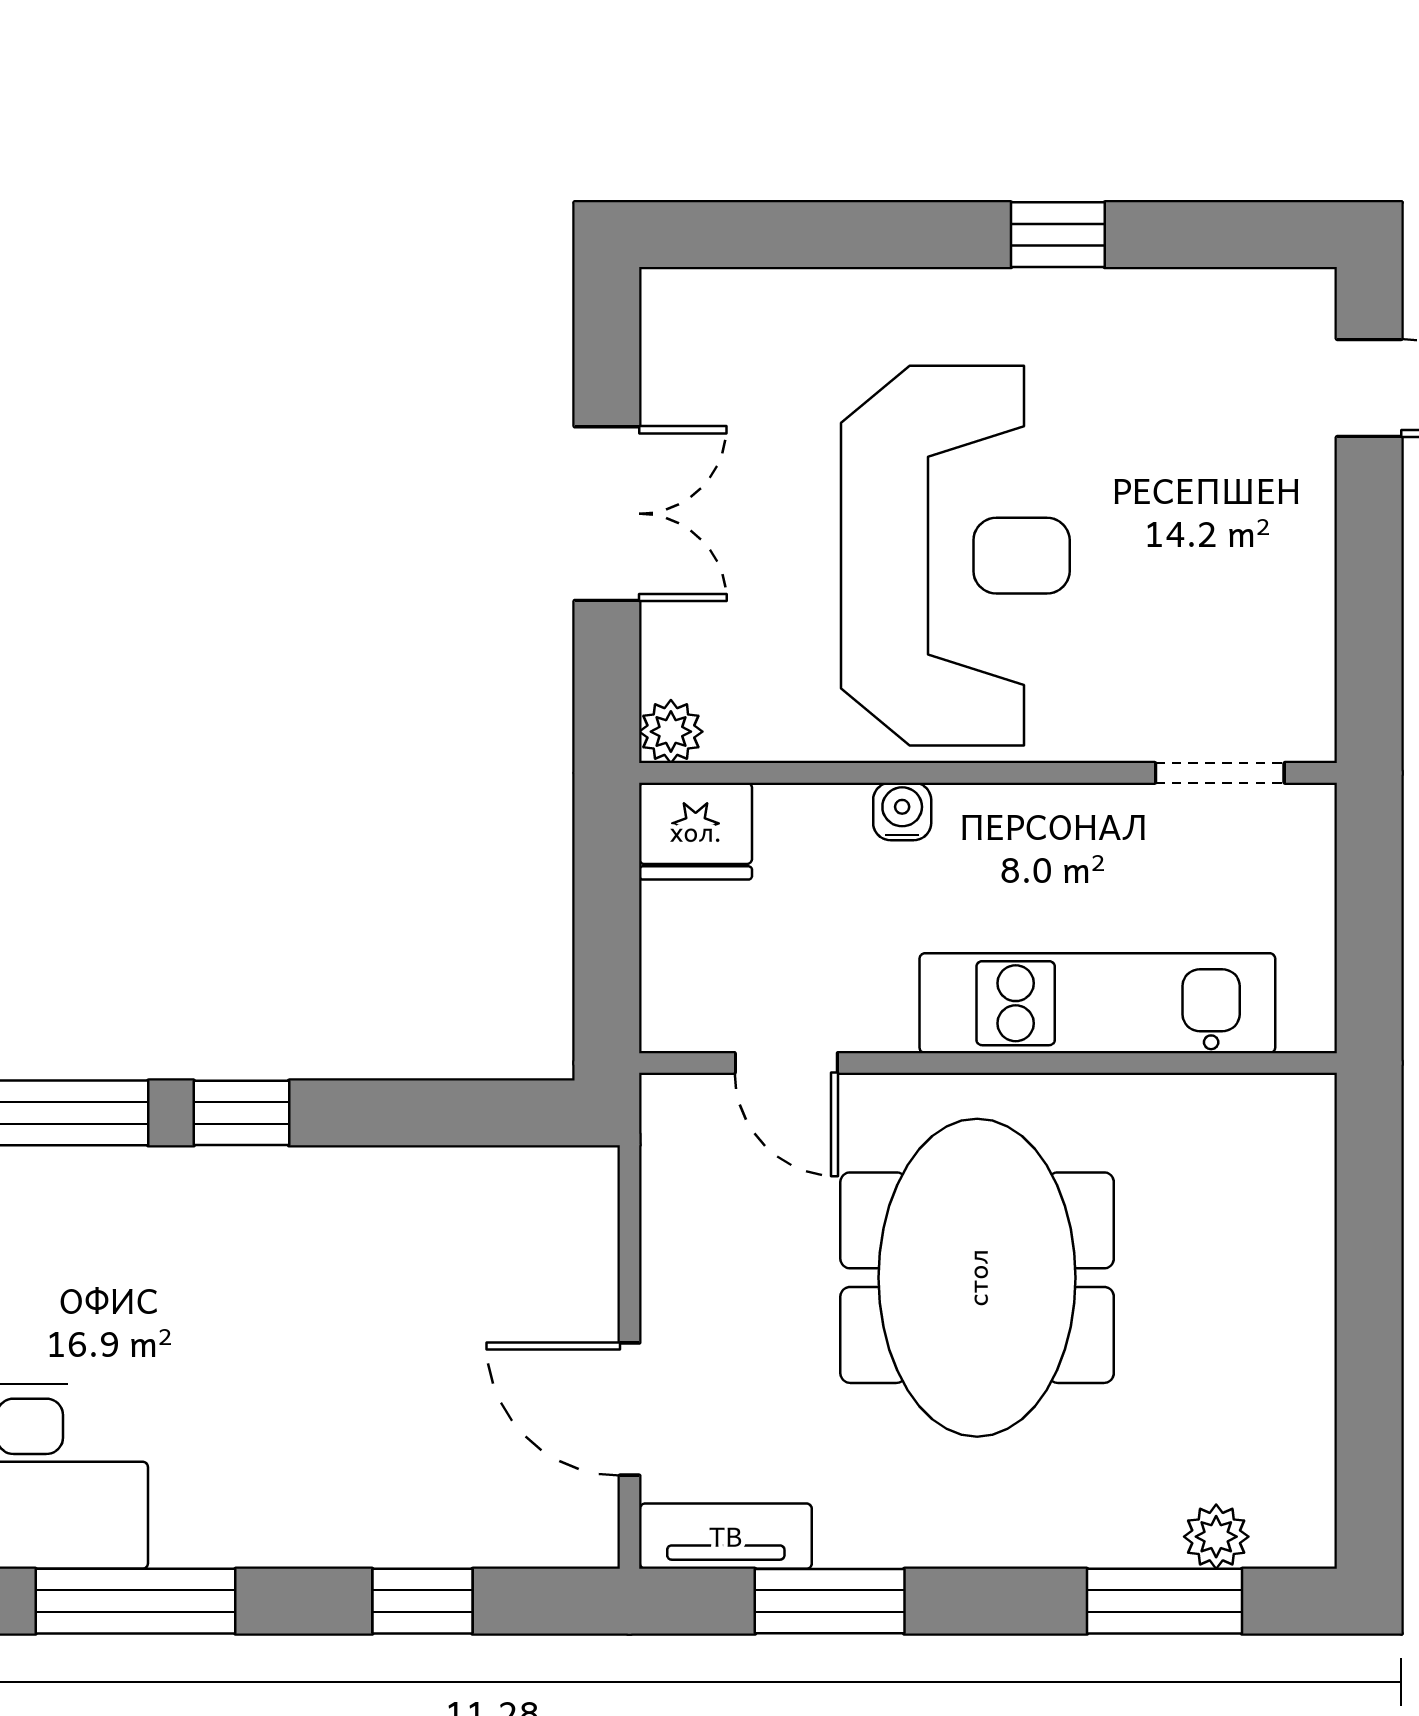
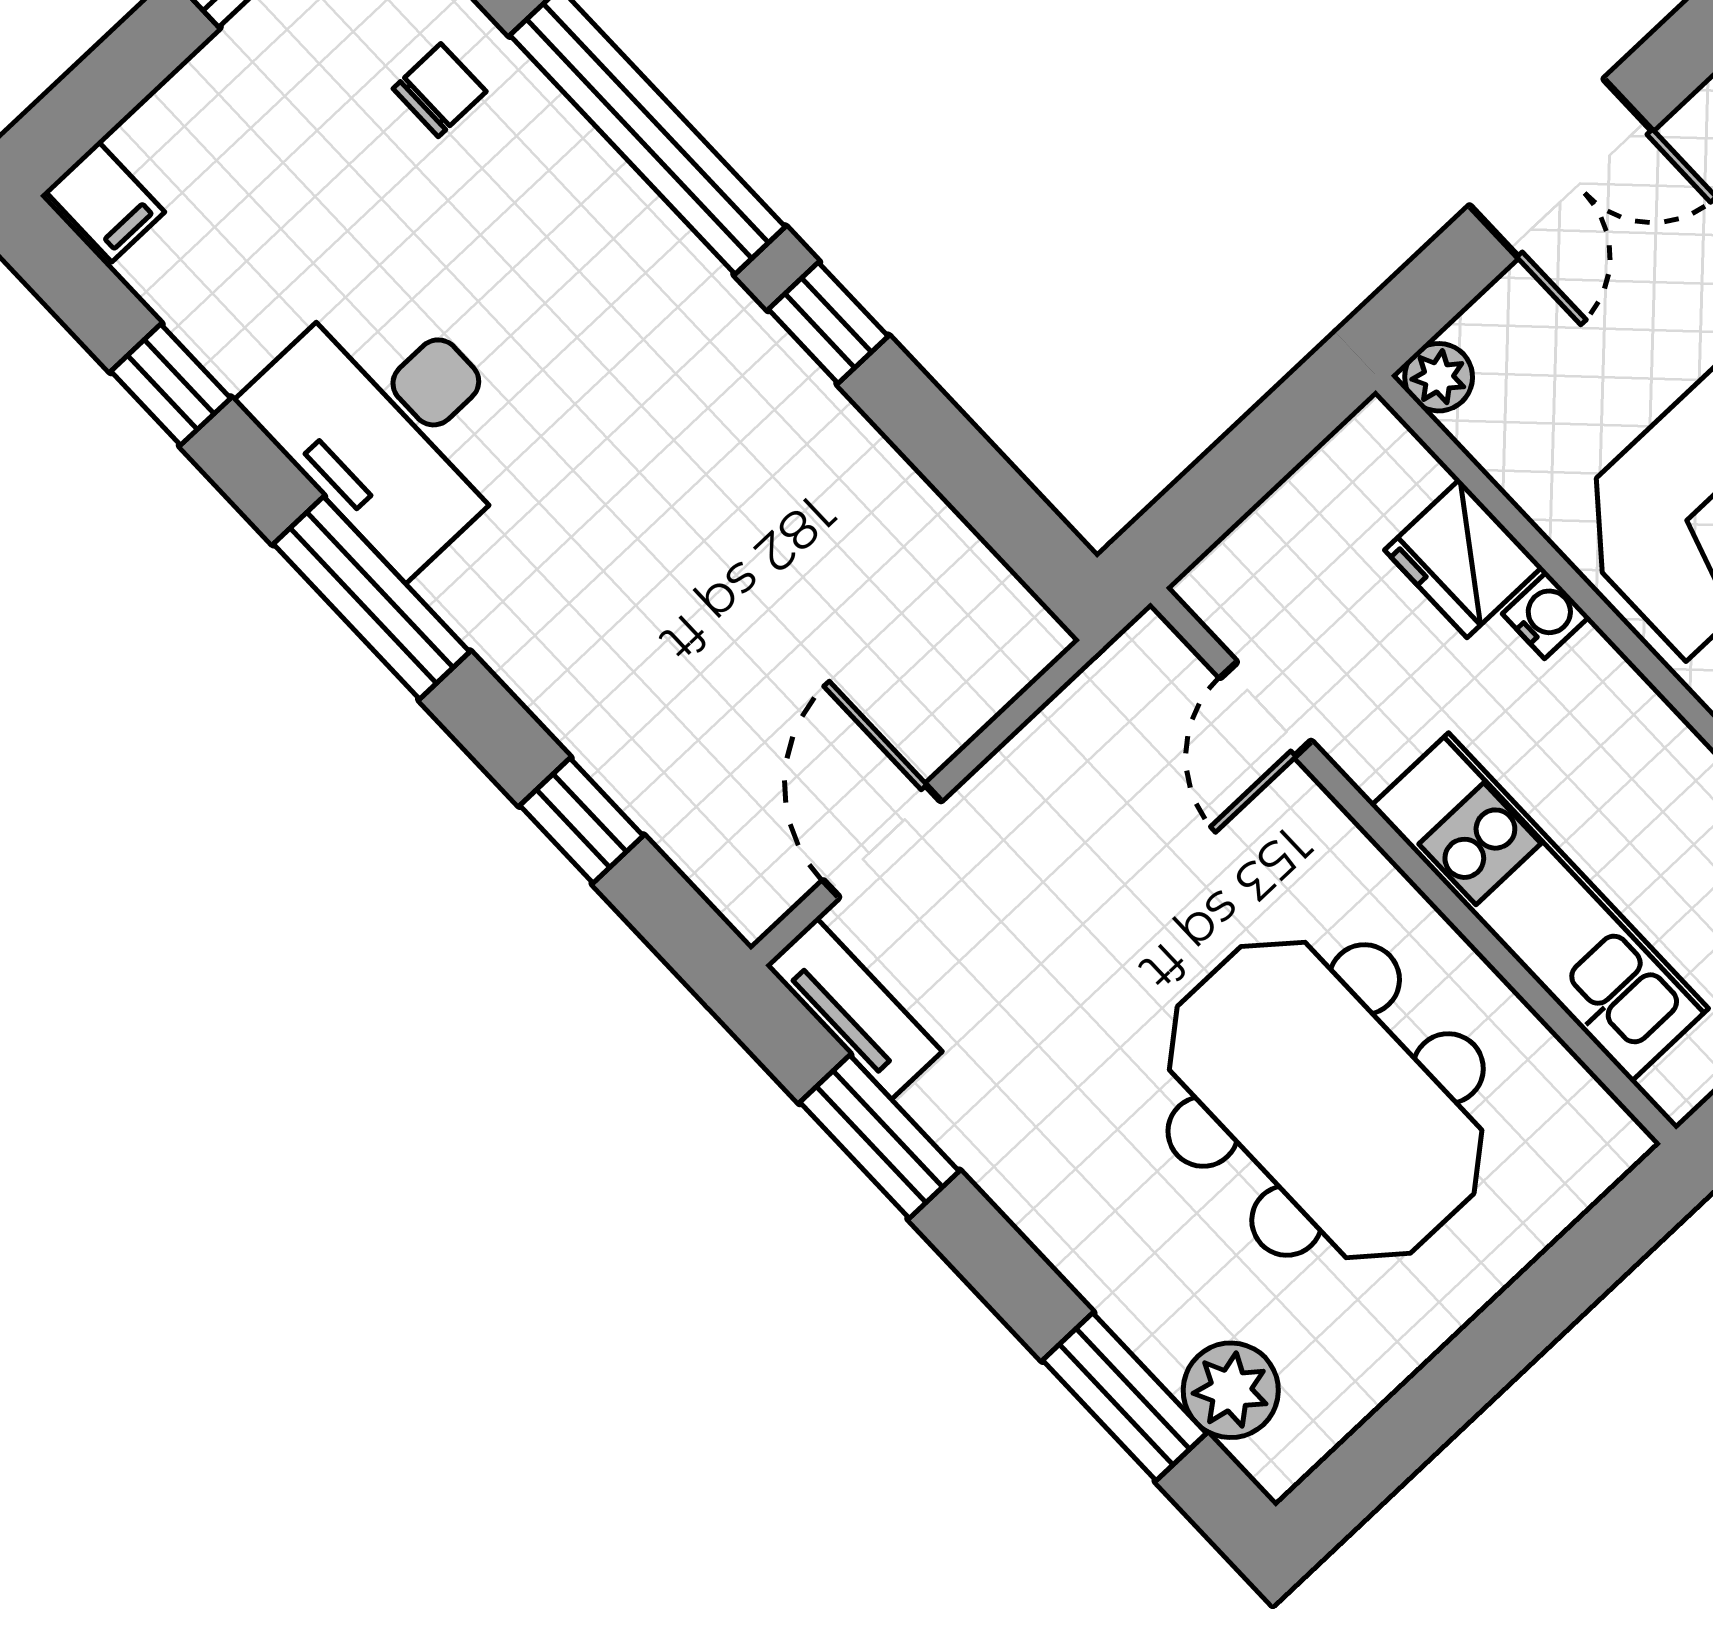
fridge: (696, 831) -> (1463, 558), moved
meeting table: (977, 1278) -> (1326, 1100), moved, turned 90
plant: (1216, 1537) -> (1231, 1390), width x1.38, depth x1.38

